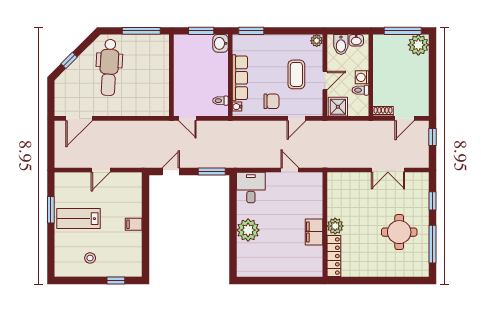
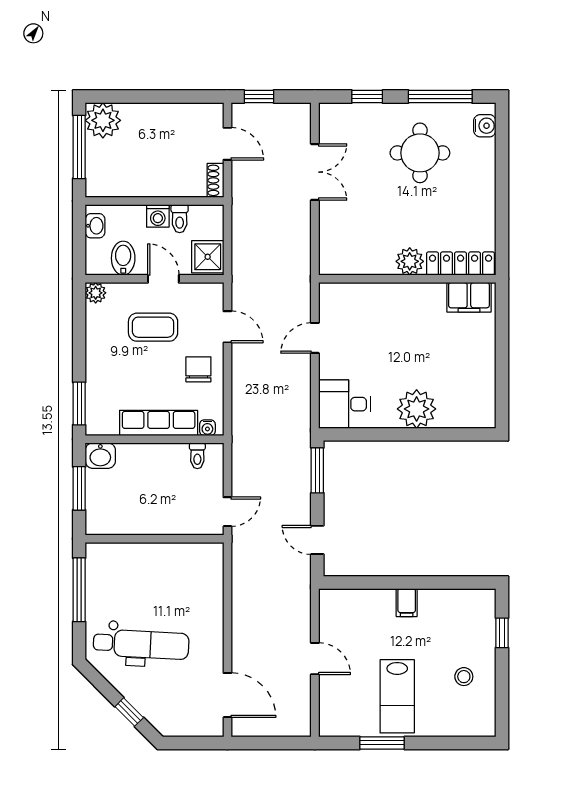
bidet: (341, 45) -> (123, 258), moved, turned -90
filing cabinet: (314, 232) -> (469, 297), moved
water cooler: (415, 270) -> (485, 126), added

